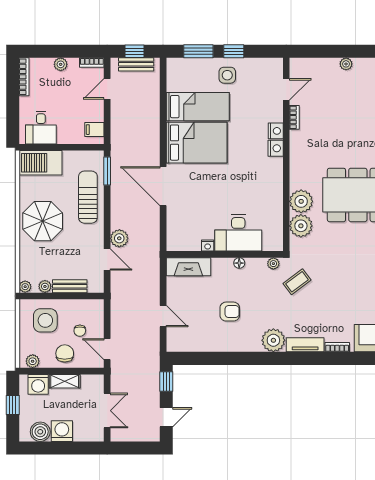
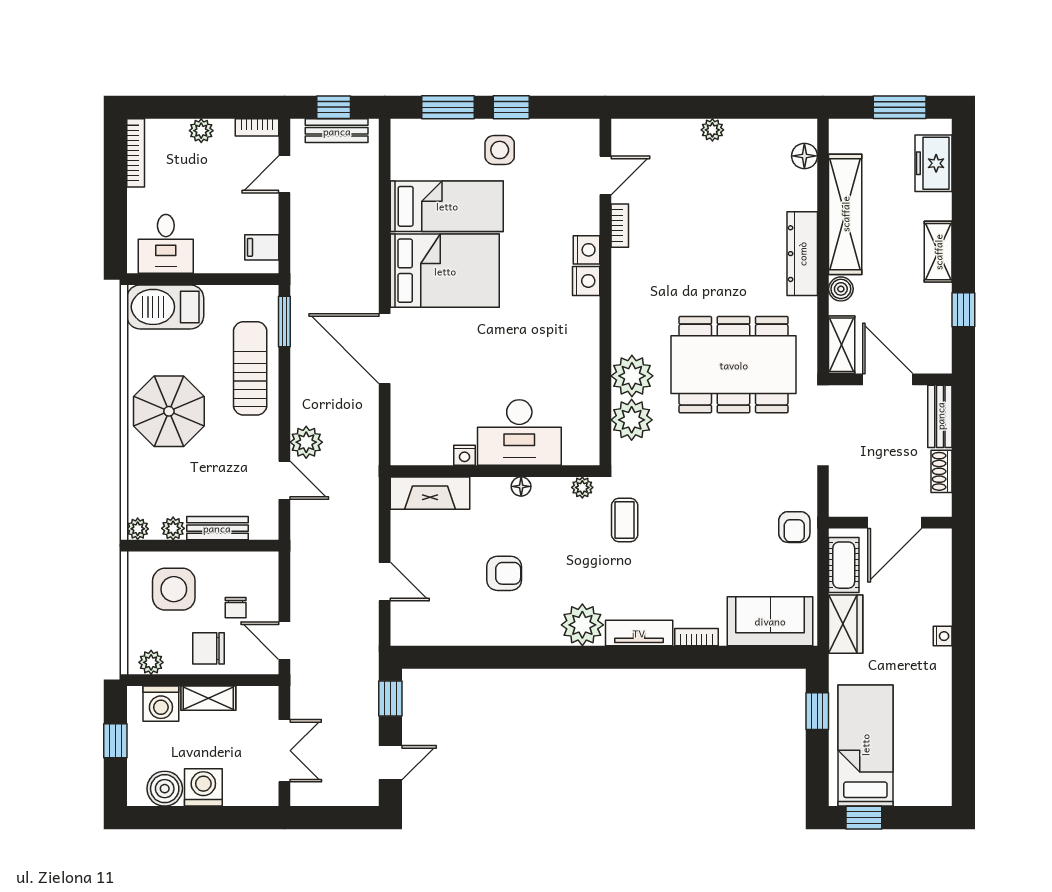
coffee table: (297, 282) -> (625, 520), turned -53
chair: (65, 353) -> (209, 648), turned -90

